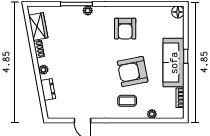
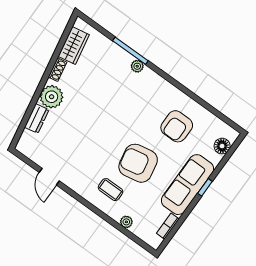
floor lamp: (178, 12) -> (222, 146), moved
armchair: (125, 29) -> (177, 126), moved
plant: (43, 70) -> (52, 97), width x1.88, depth x1.88

